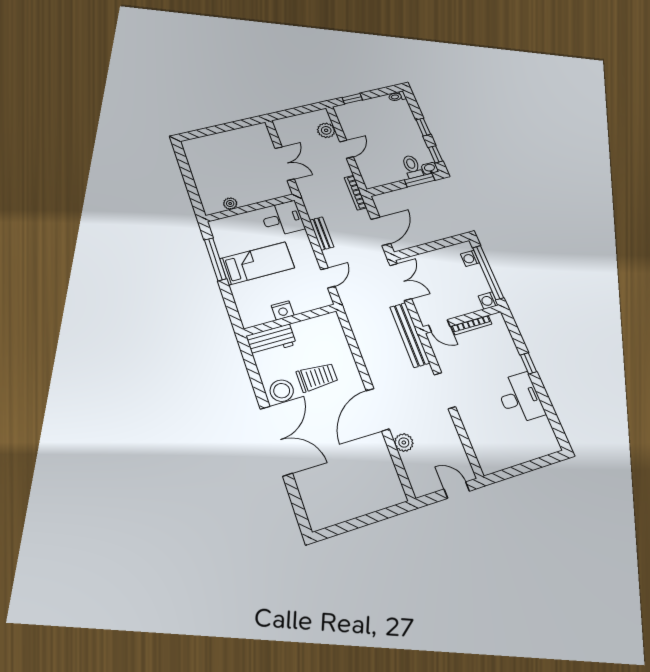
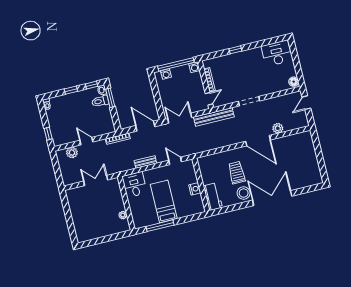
desk: (520, 398) -> (277, 53), moved
floor lamp: (491, 465) -> (294, 82), added

